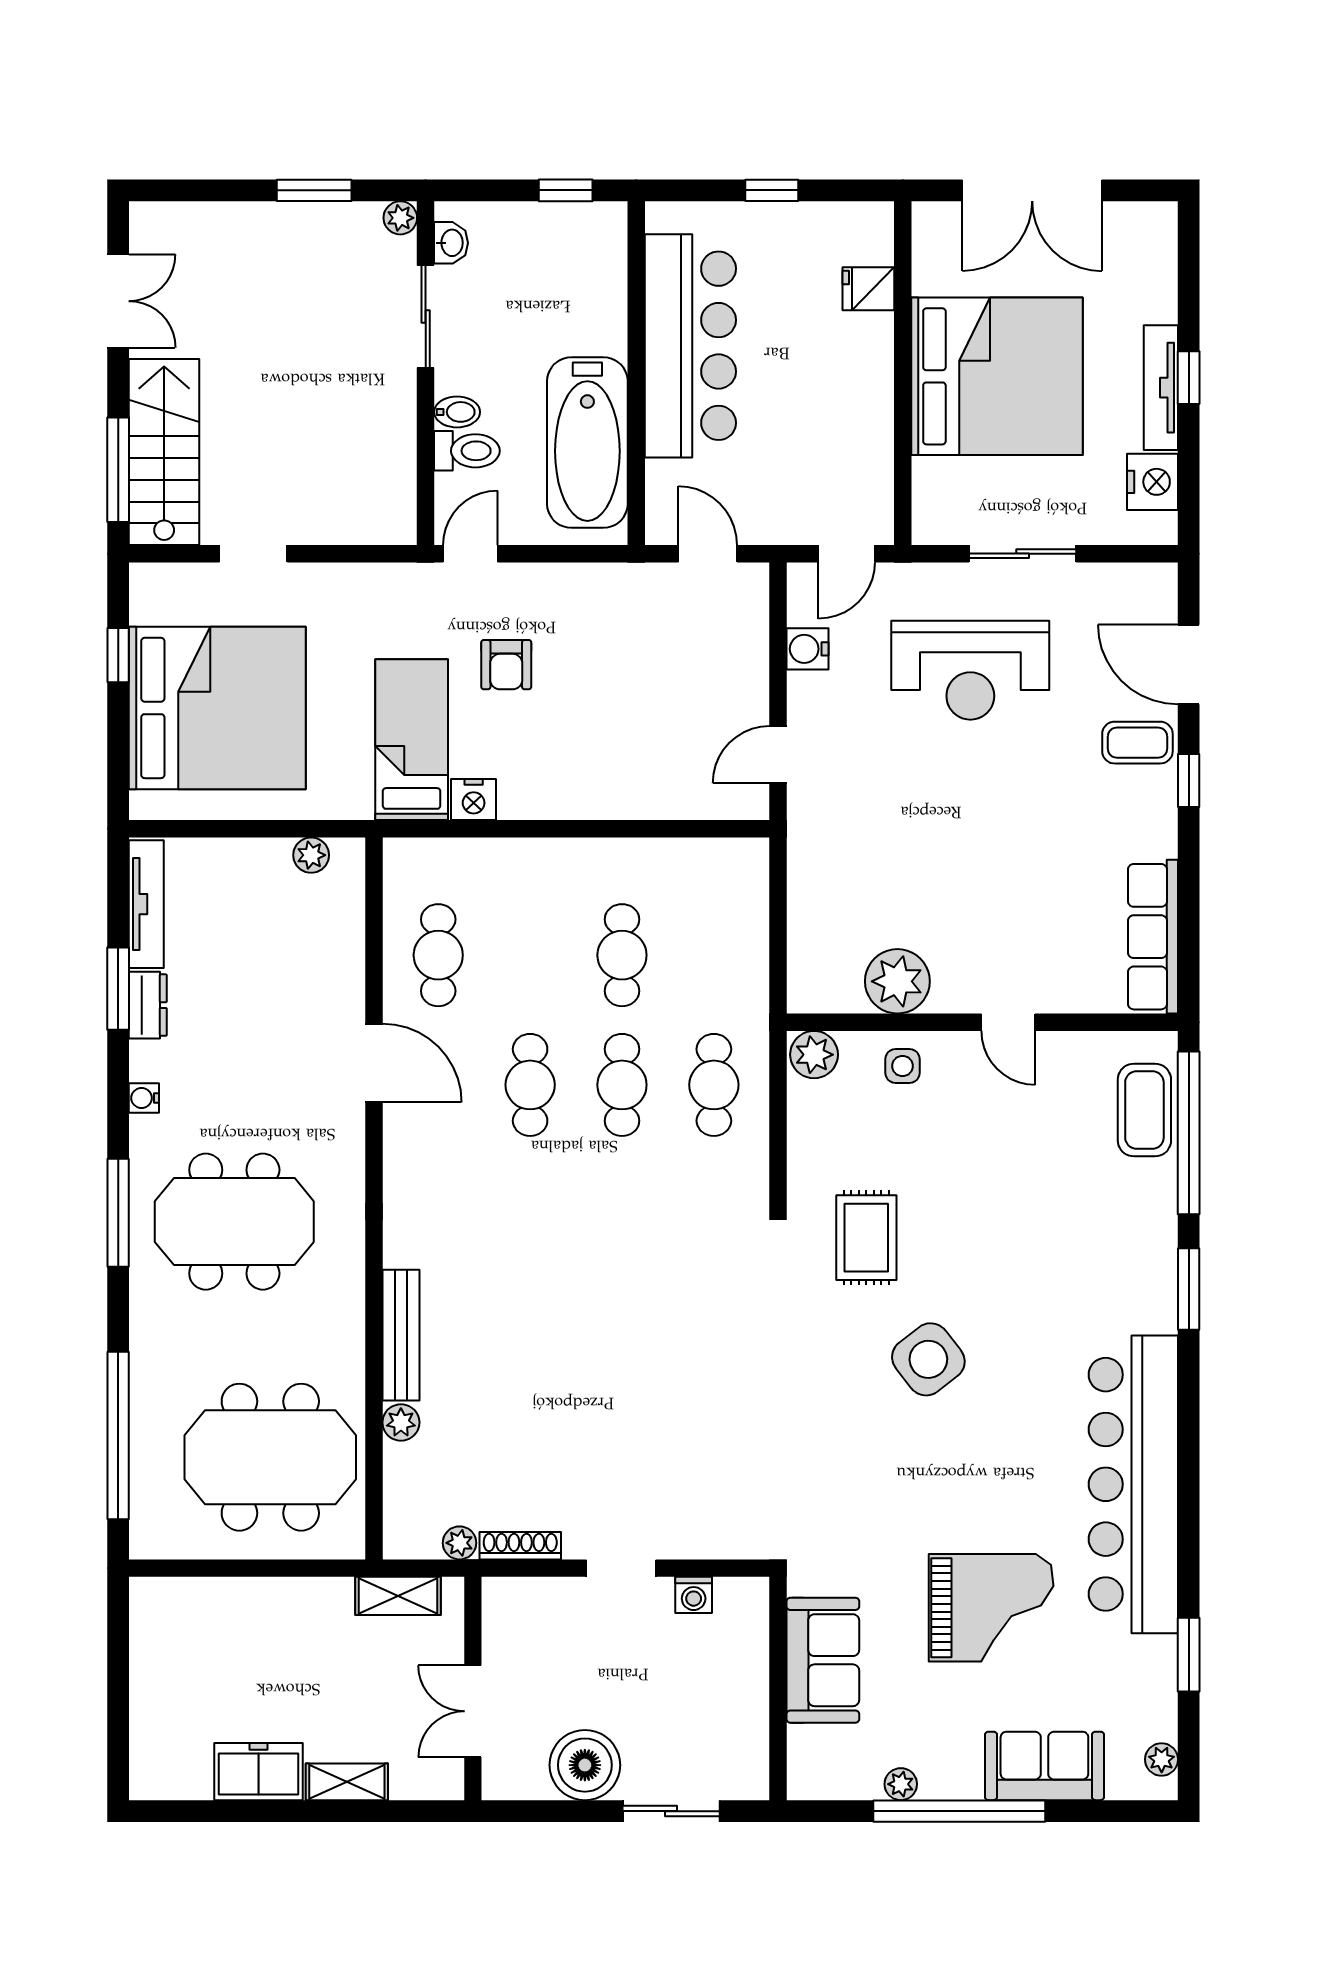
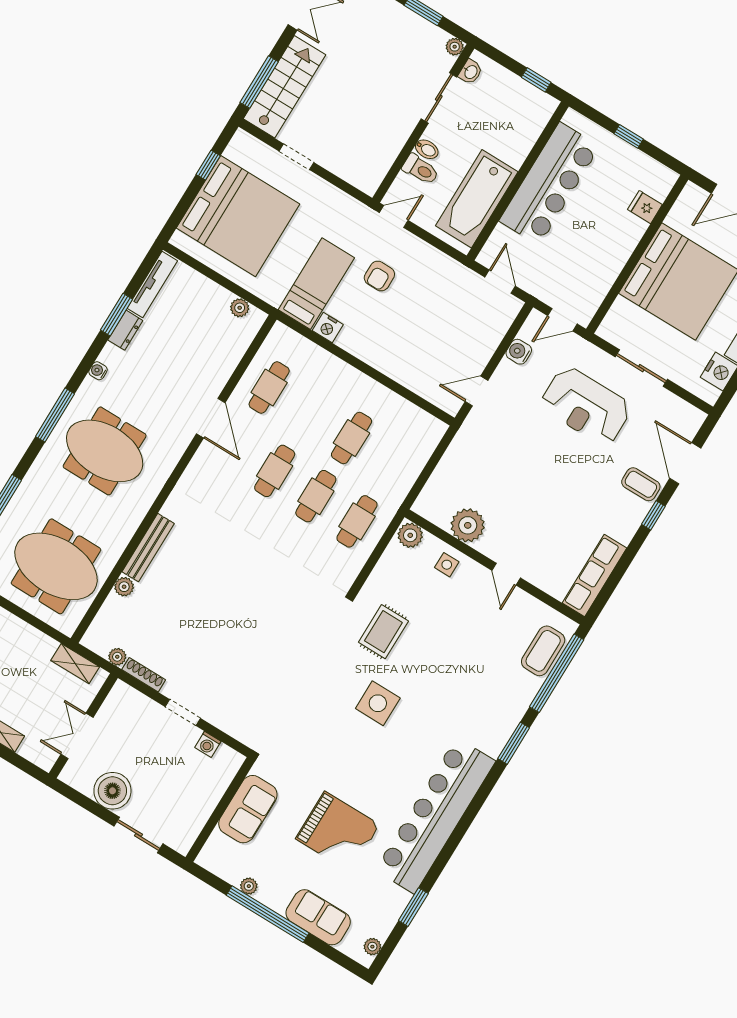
side table: (928, 1359) -> (378, 703), turned 38

